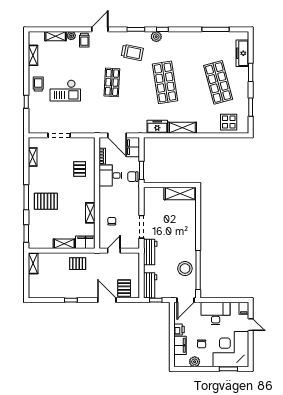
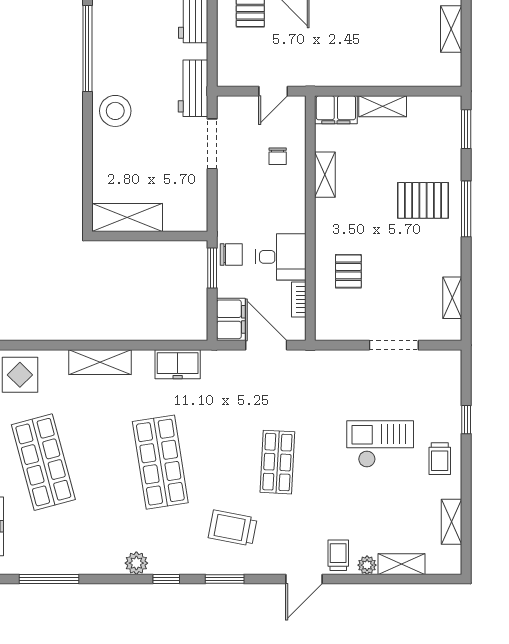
plant: (156, 37) -> (136, 563), moved
shelving: (182, 128) -> (100, 362), moved
shelving: (33, 263) -> (451, 29), moved
pallet: (78, 264) -> (353, 63), removed
stool: (185, 269) -> (115, 111), moved

